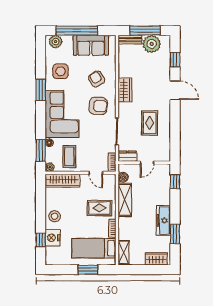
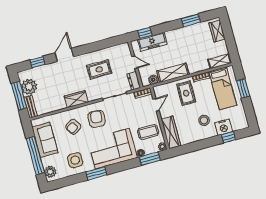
stool: (55, 216) -> (204, 120), moved
freezer: (163, 220) -> (152, 42), moved

